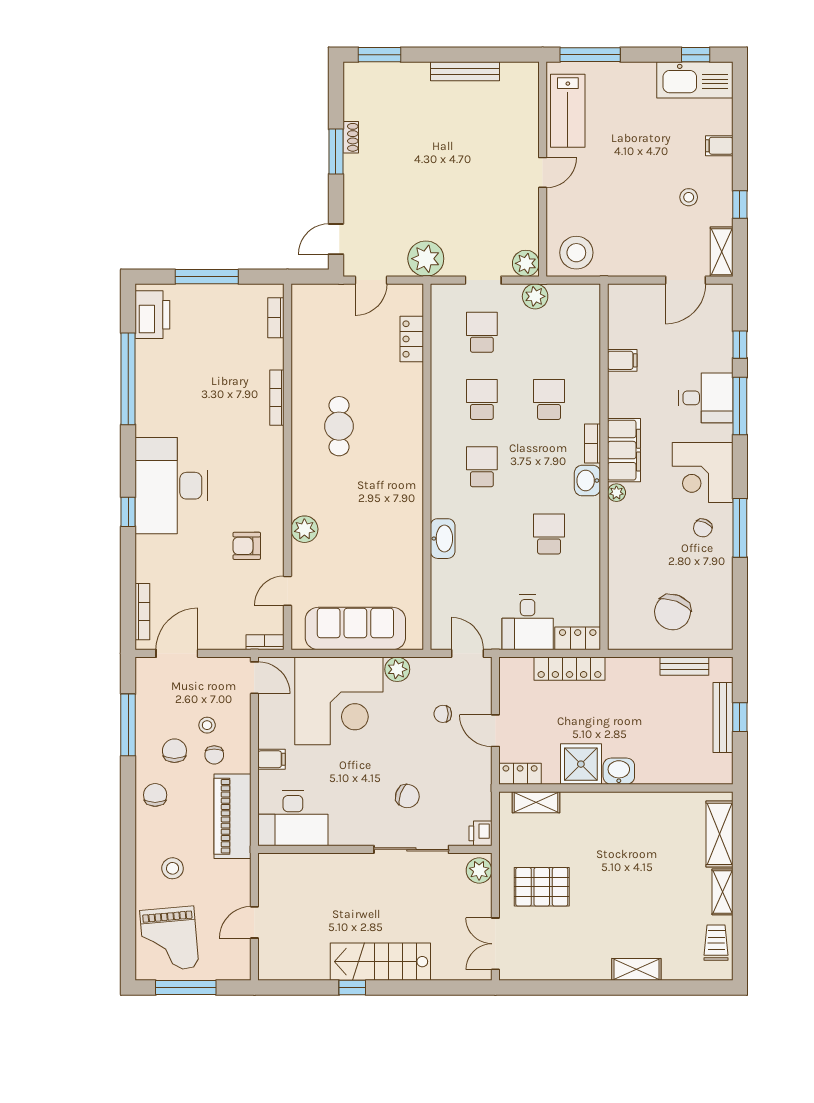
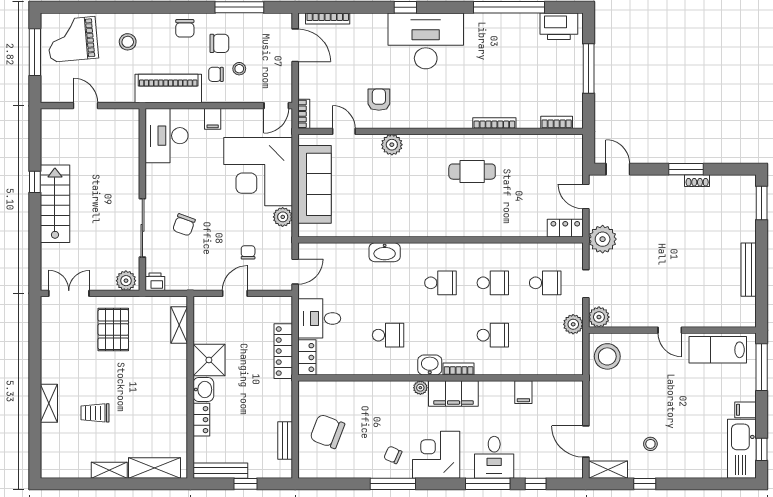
filing cabinet: (719, 146) -> (745, 410), moved, turned -90
locker: (412, 339) -> (565, 228), moved
bench: (723, 718) -> (220, 471), moved
locker: (520, 774) -> (201, 420), moved
chair: (155, 795) -> (185, 28), turned 90
trolley: (716, 943) -> (95, 413), moved, turned 180

